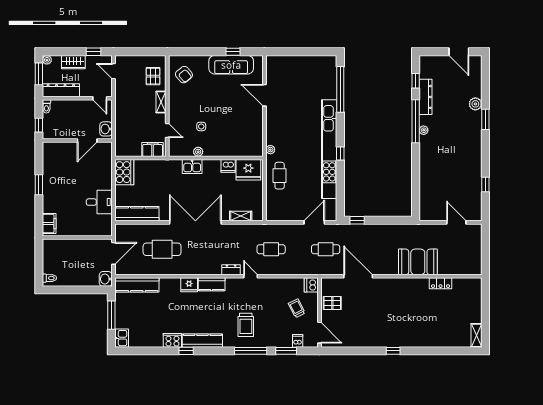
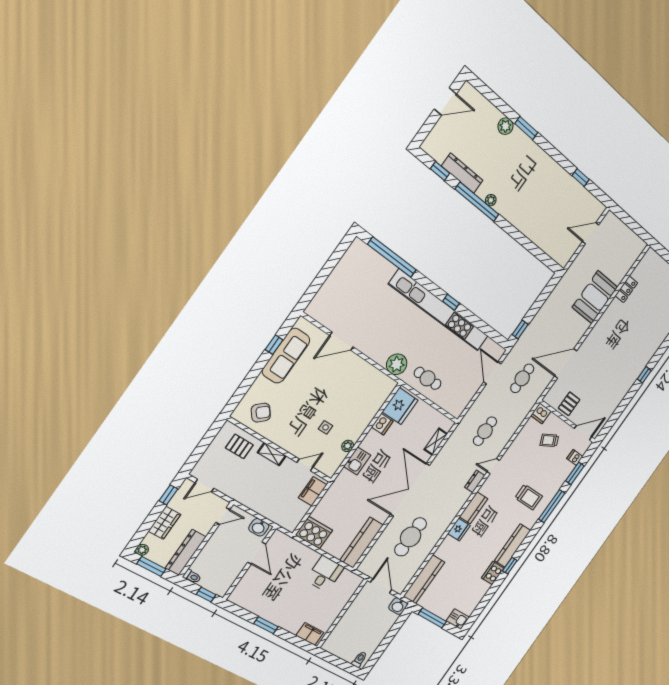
plant: (270, 150) -> (397, 364), width x1.87, depth x1.87

